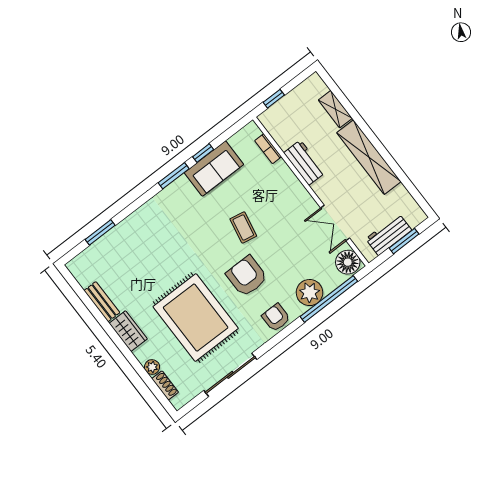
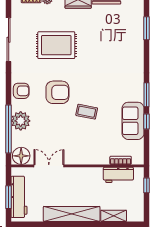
workbench: (304, 163) -> (118, 175), moved
workbench: (389, 235) -> (19, 197), width x1.38
rug: (196, 318) -> (56, 45), width x0.73, depth x0.69

